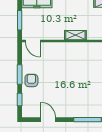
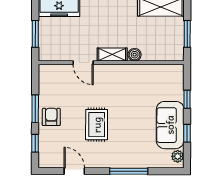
boiler: (92, 35) -> (135, 55), added
door: (33, 41) -> (83, 63), moved
rug: (64, 86) -> (97, 125), added

